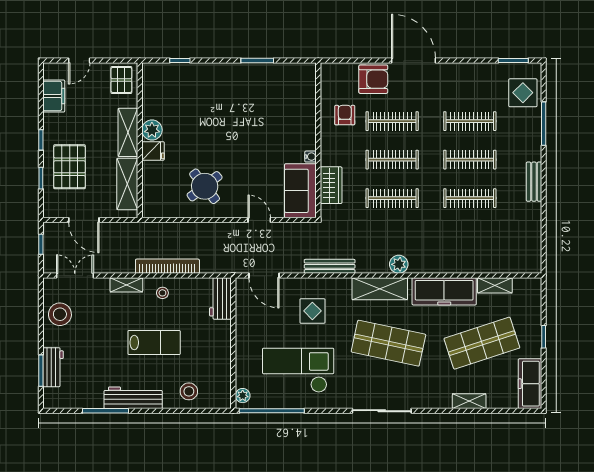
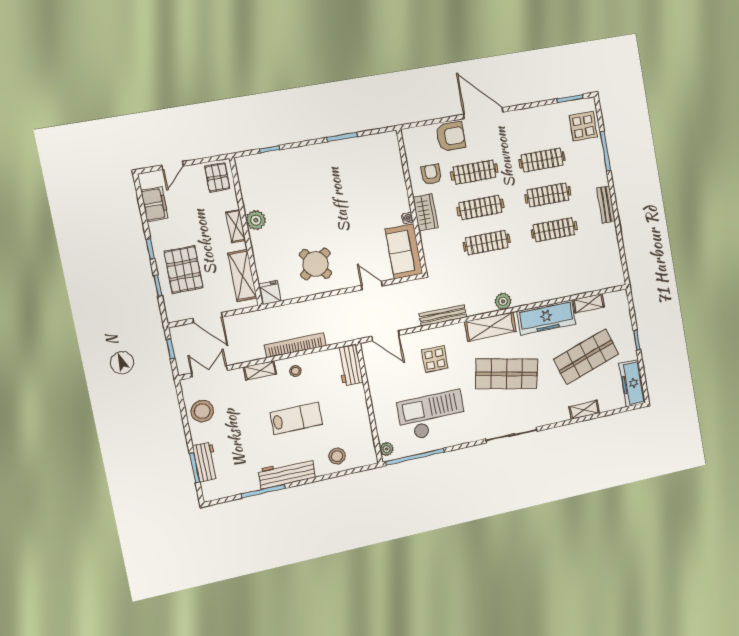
shelving: (128, 132) -> (236, 226), width x0.67, depth x0.75
fridge: (153, 151) -> (270, 292), moved, turned -90
wardrobe: (331, 185) -> (425, 212), moved

